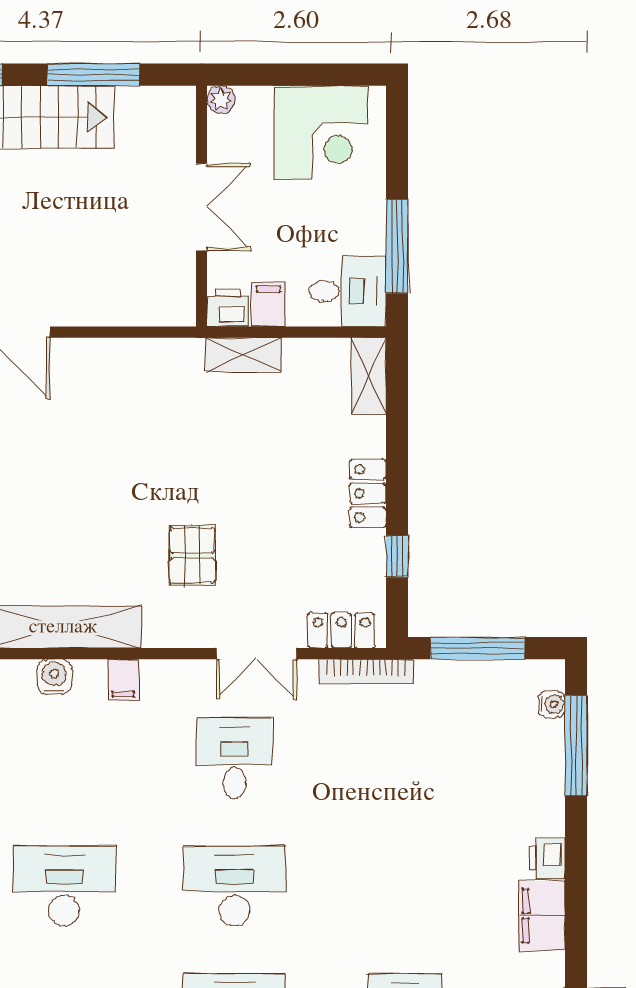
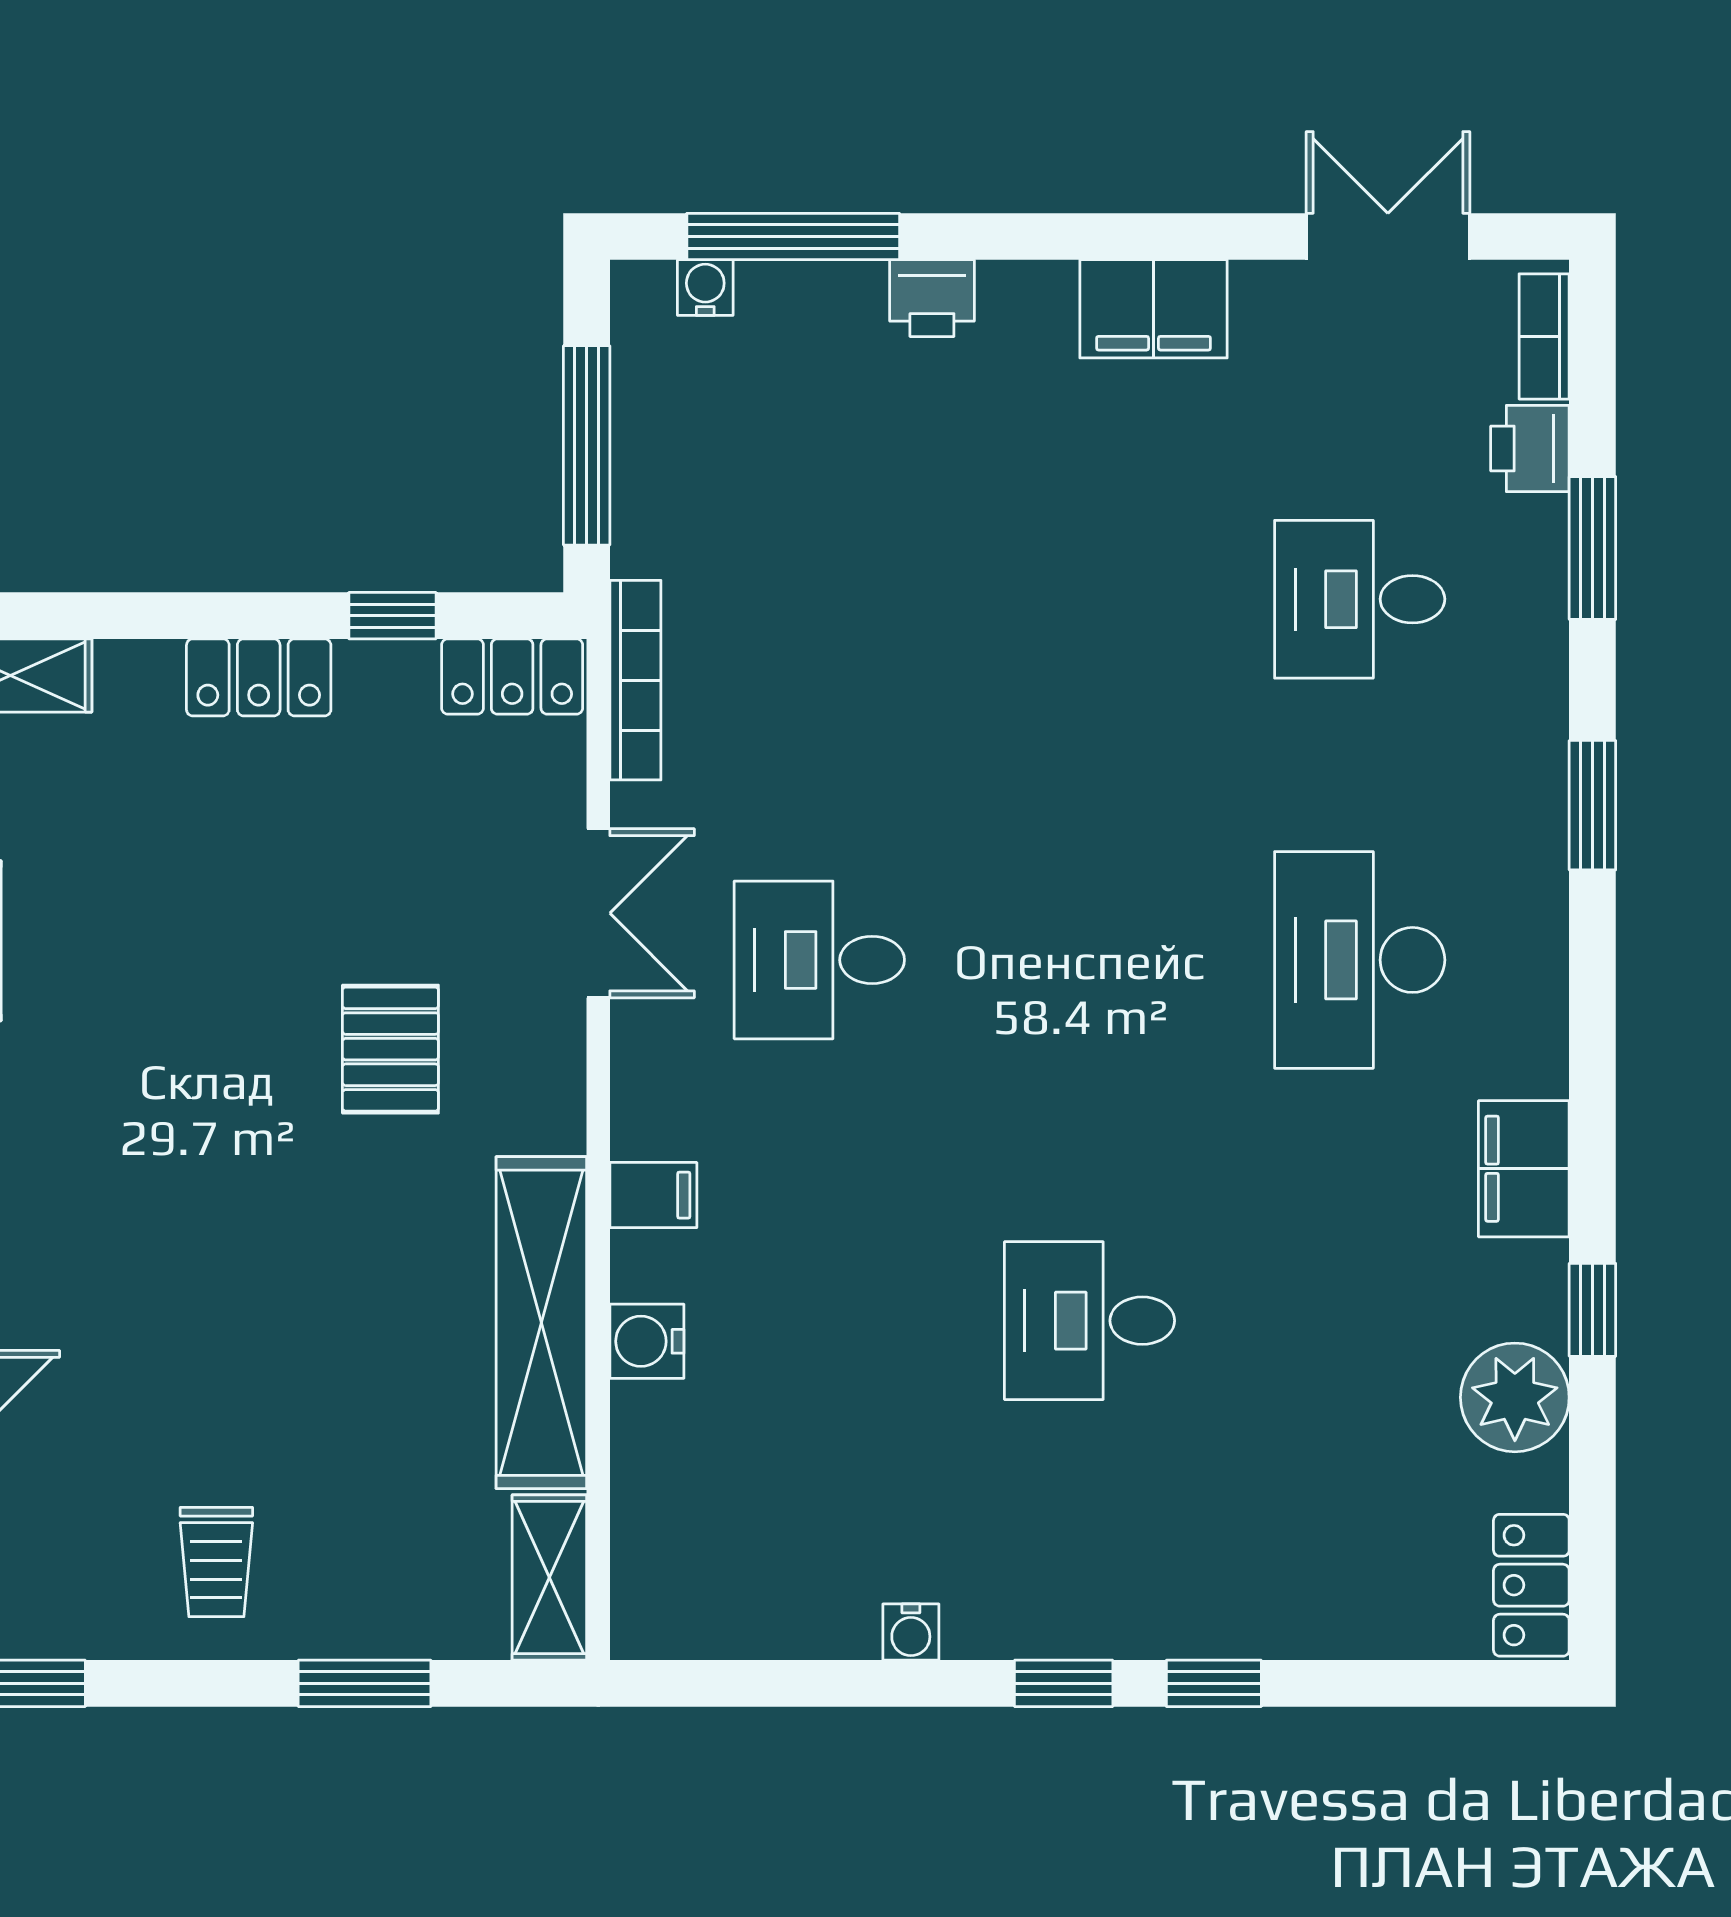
pallet: (192, 556) -> (390, 1049), turned 90
locker: (341, 630) -> (512, 676), moved, turned -90
printer: (547, 858) -> (932, 298), moved
desk: (64, 886) -> (1090, 1321), width x0.73
desk: (234, 886) -> (1090, 960), removed

